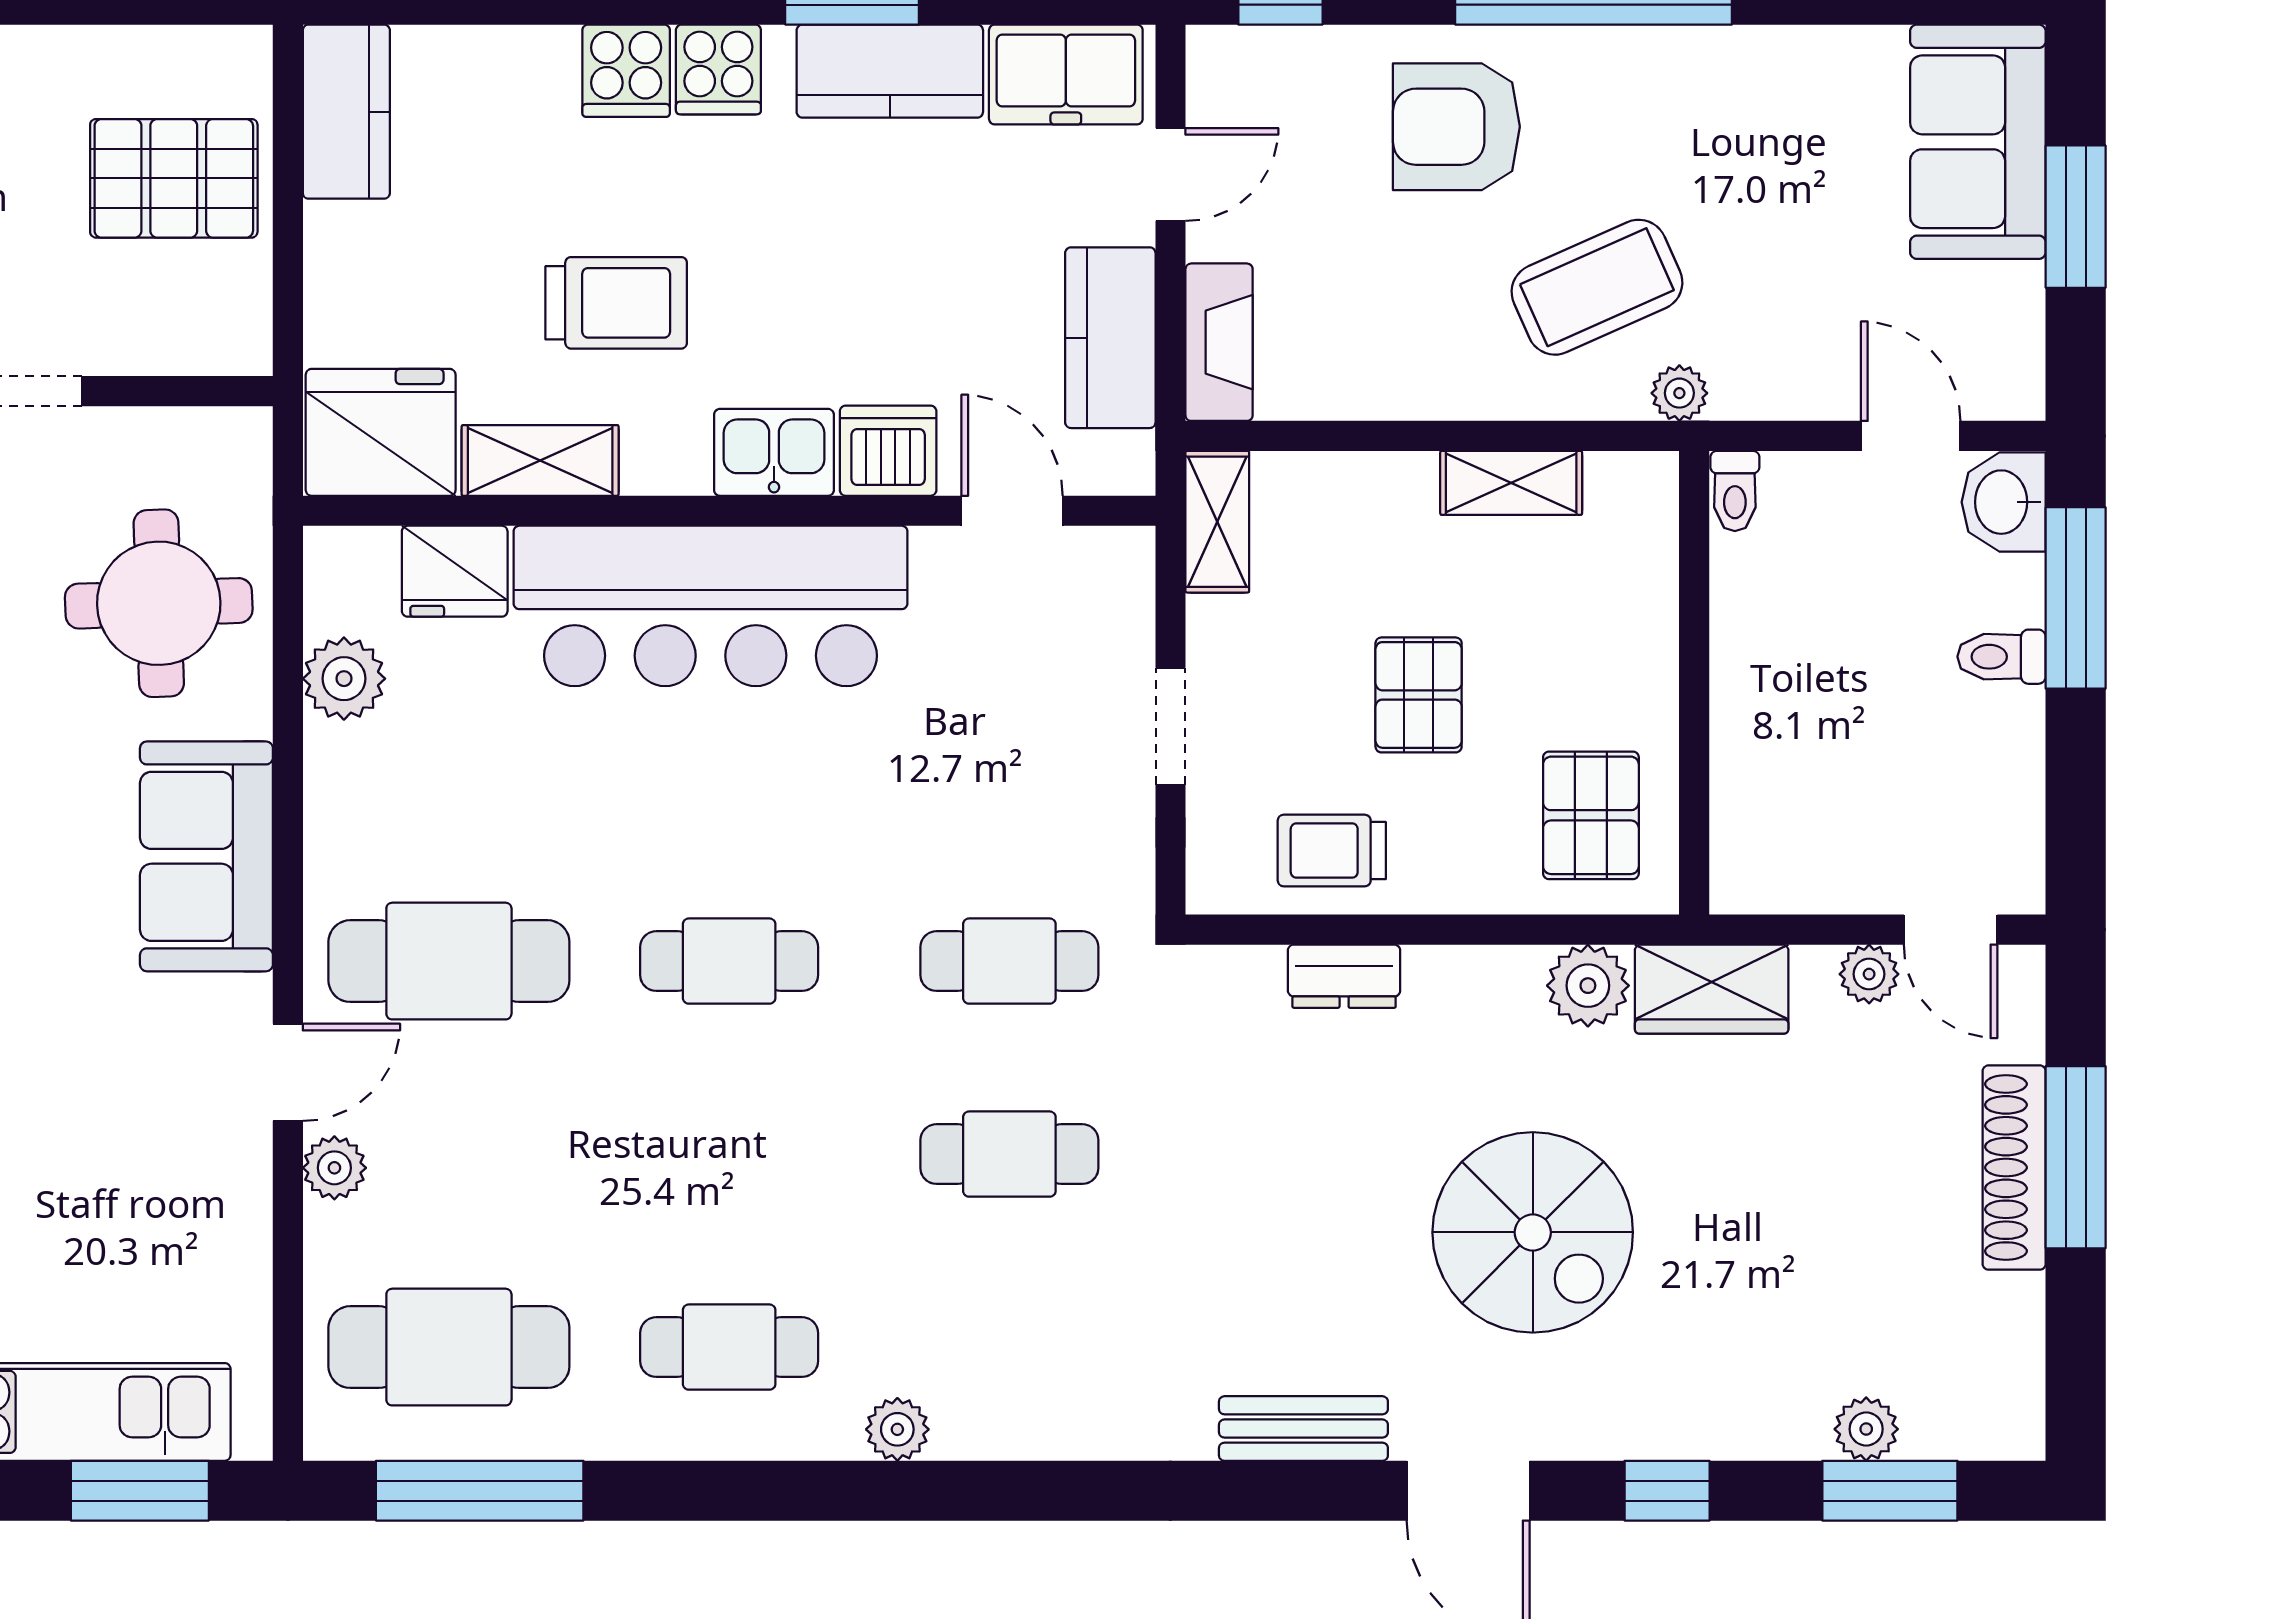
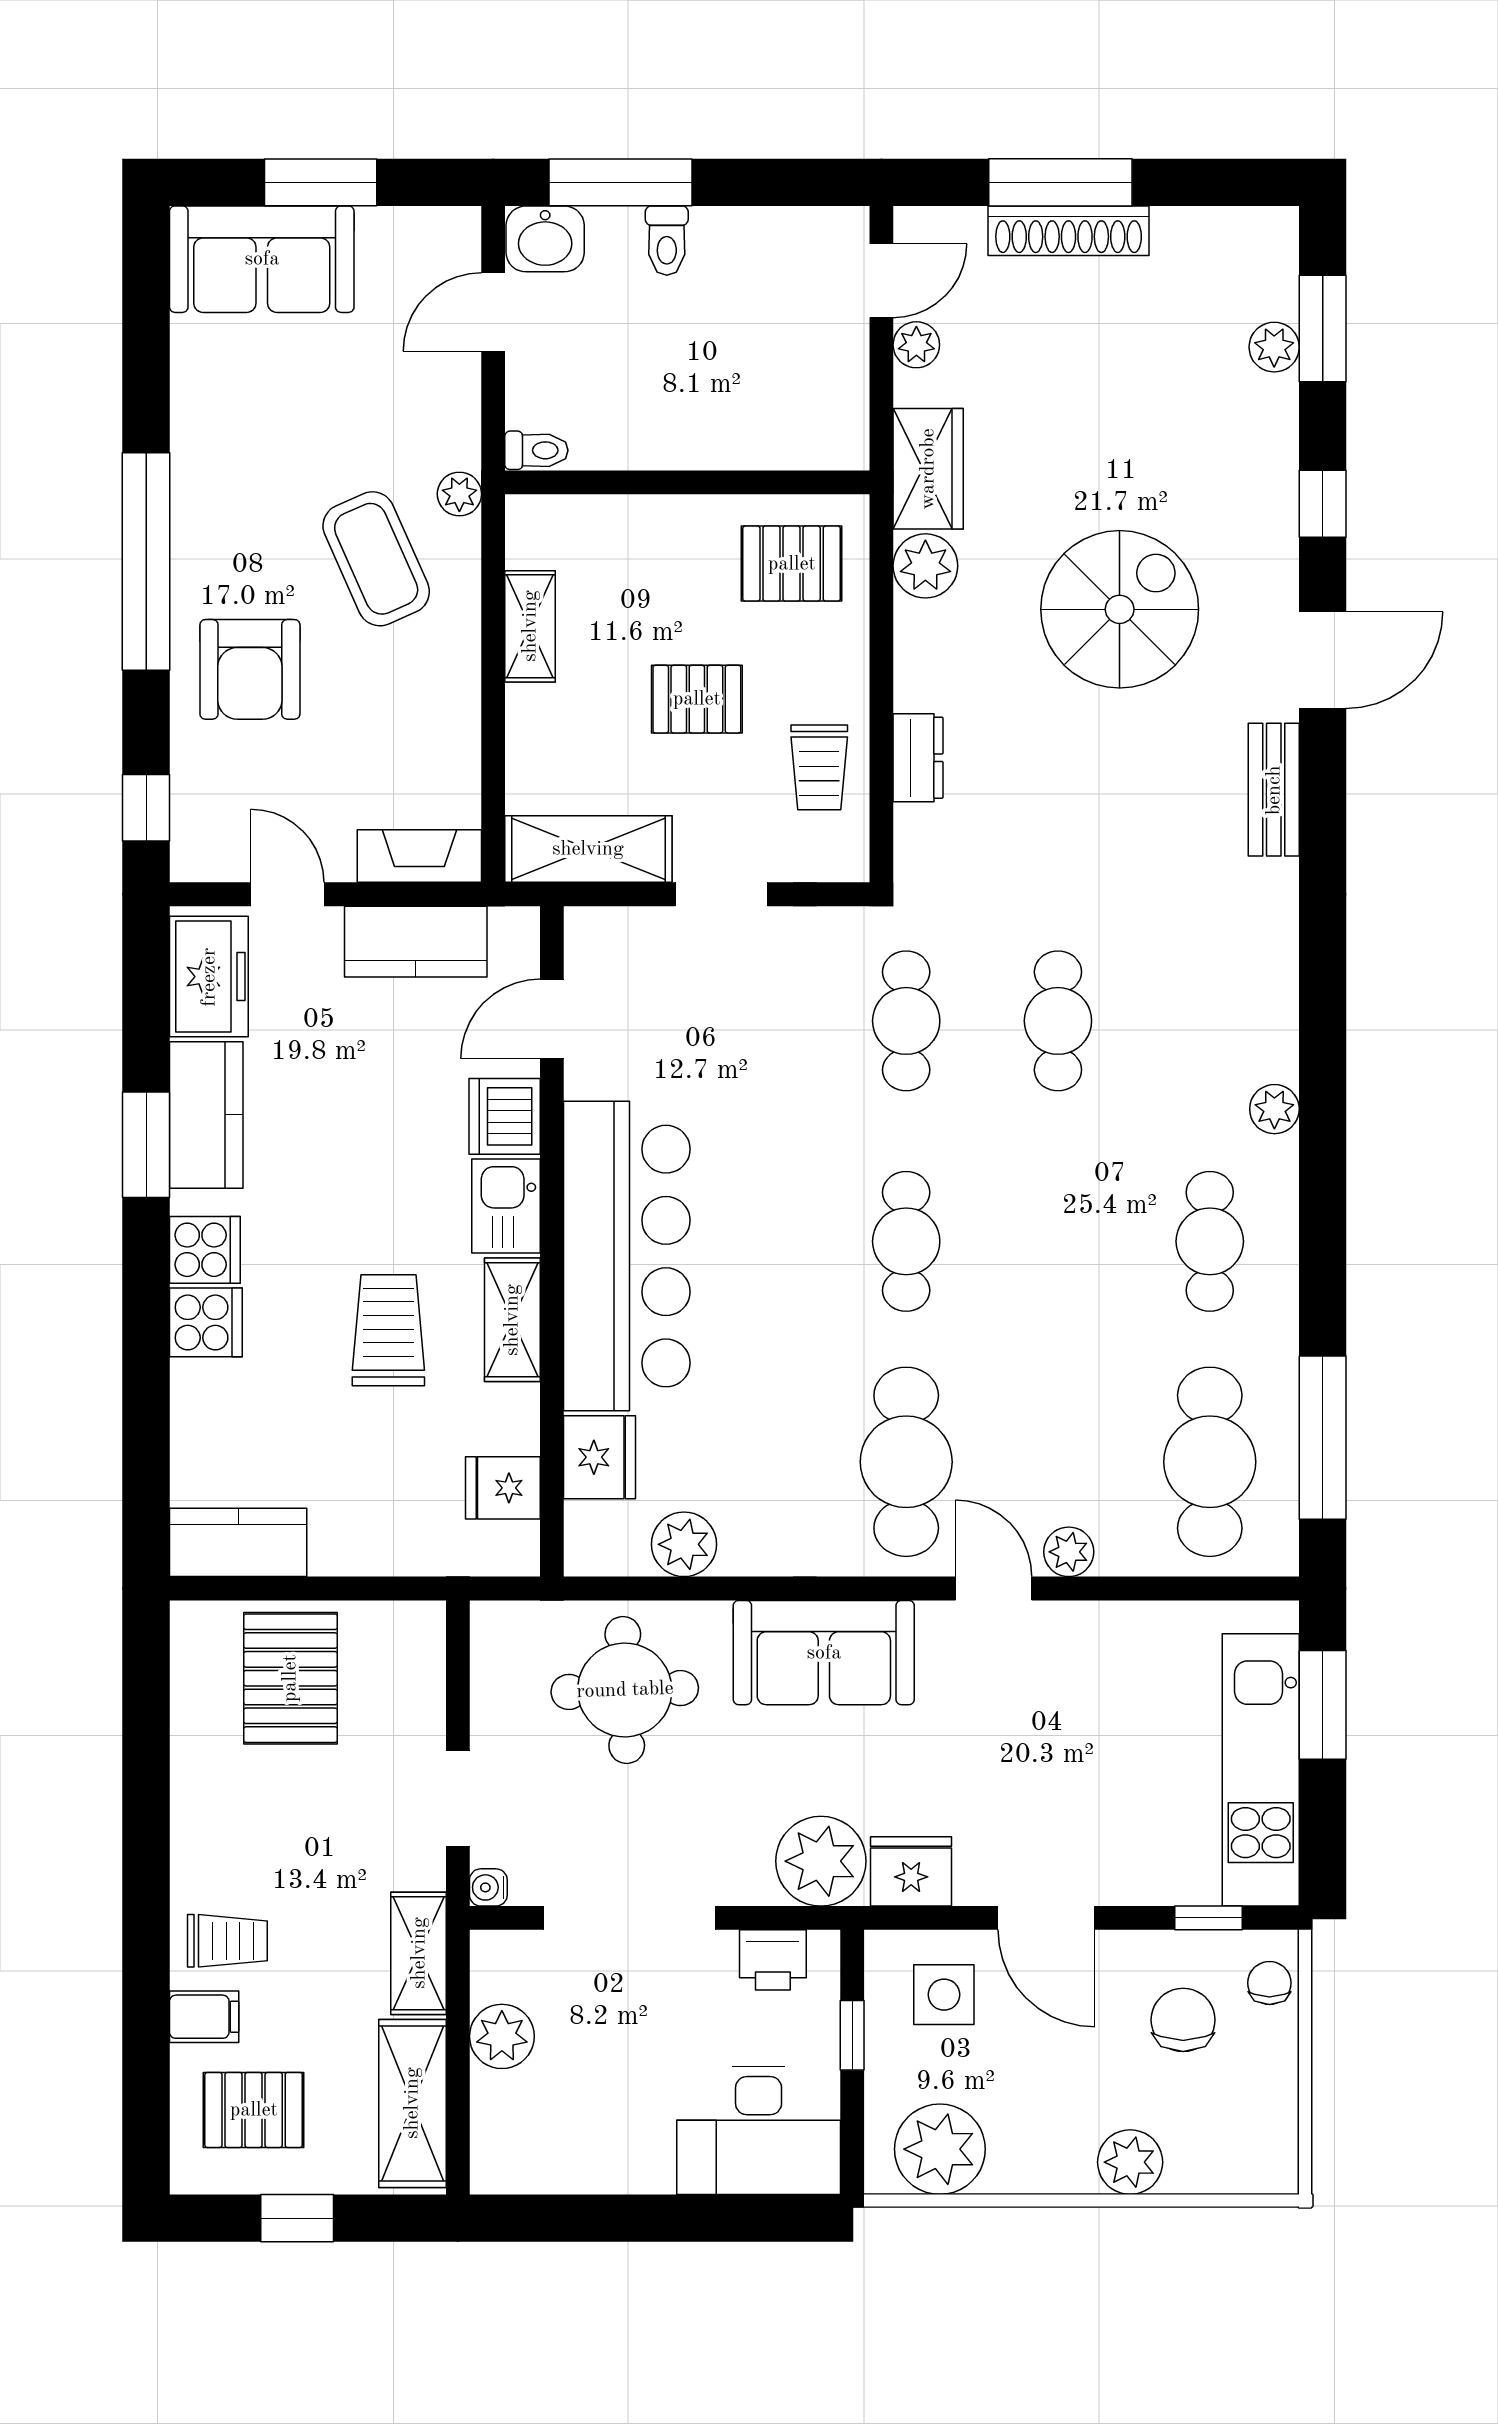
fridge: (381, 432) -> (503, 1488), width x0.53, depth x0.75
shelving: (540, 460) -> (512, 1320), moved
shelving: (1217, 522) -> (588, 849), width x1.50, depth x1.33

